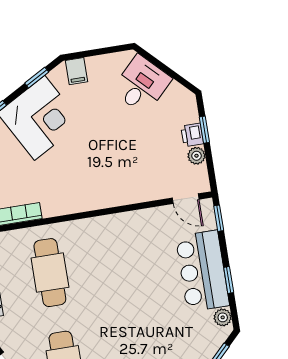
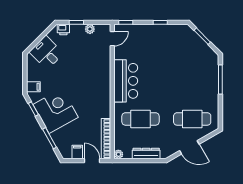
printer: (192, 135) -> (63, 30), moved
bar counter: (202, 271) -> (126, 81), moved, turned -90
plant: (223, 317) -> (180, 29), removed

